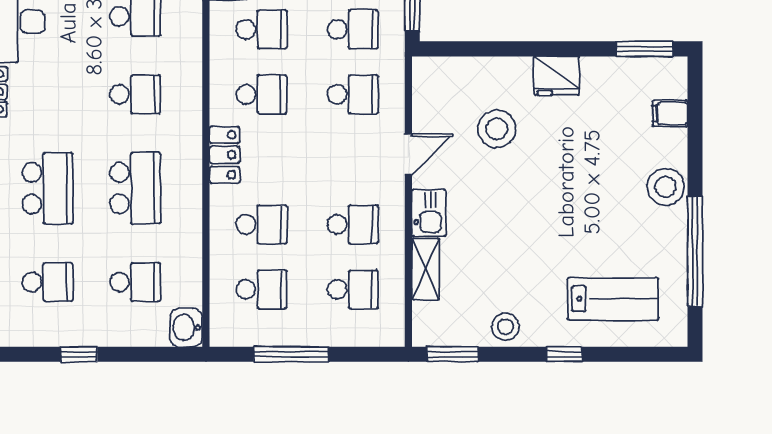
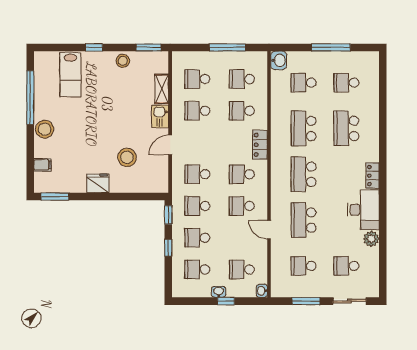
school desk: (135, 94) -> (304, 174), width x1.85
lab bench: (613, 299) -> (70, 75), turned -90
window: (79, 354) -> (331, 47), width x2.17

